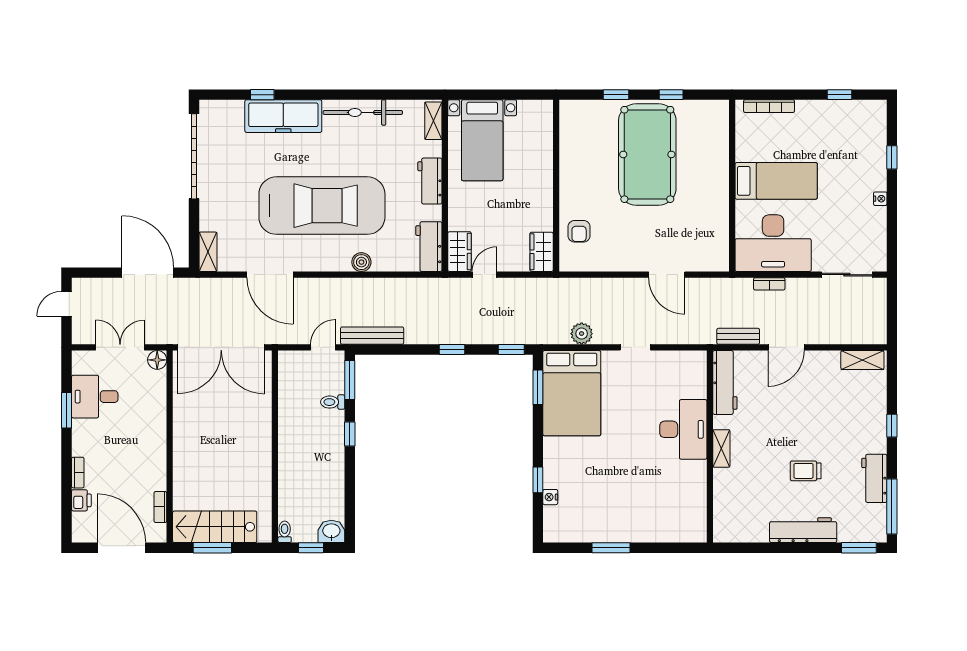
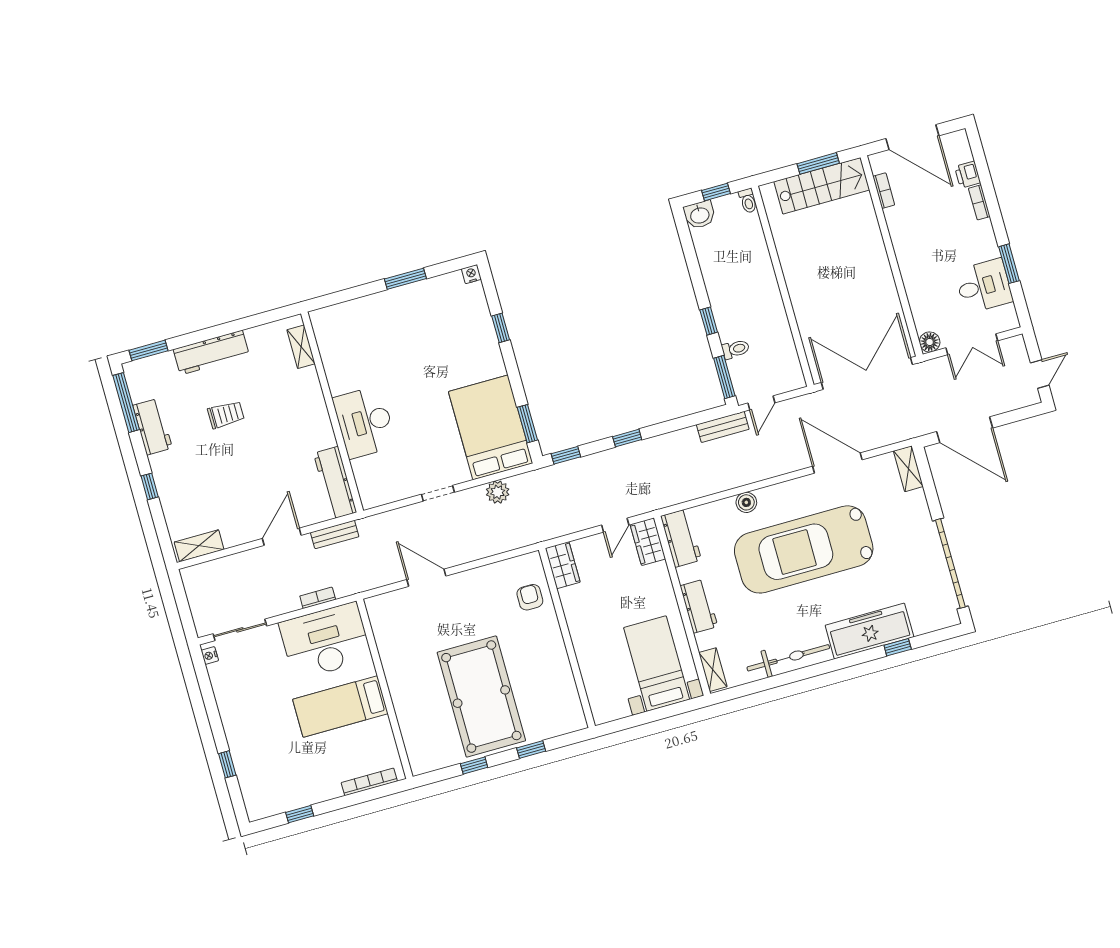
nightstand: (880, 199) -> (210, 655), moved
bench: (372, 336) -> (723, 427), width x0.73
shelving: (721, 448) -> (301, 347), moved
nightstand: (550, 497) -> (471, 274), moved, turned -90

